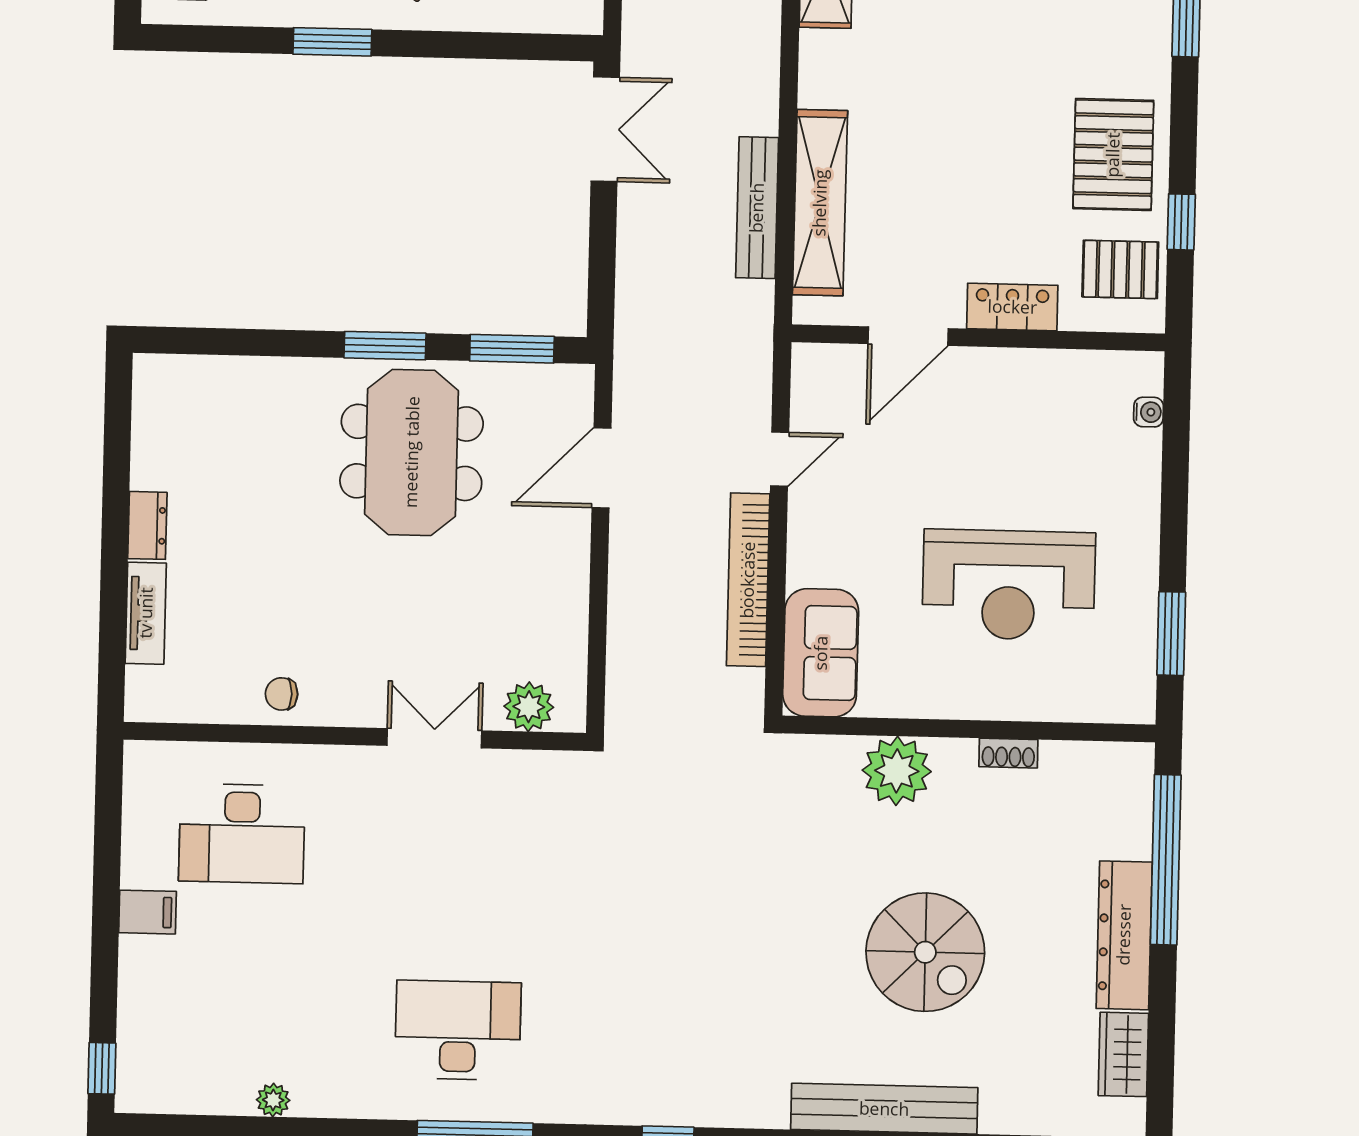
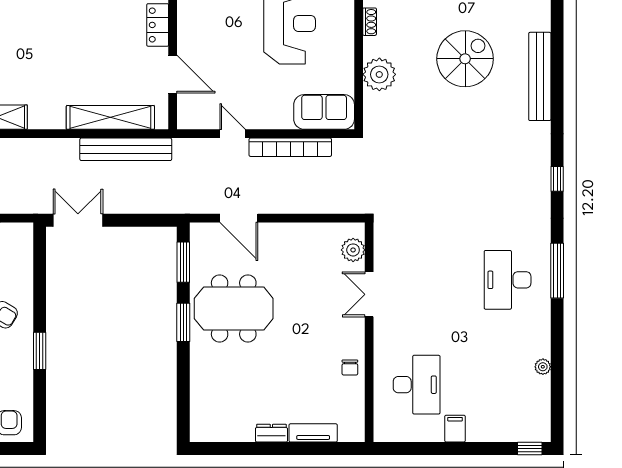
bench: (757, 208) -> (126, 149), width x1.37, depth x1.21

